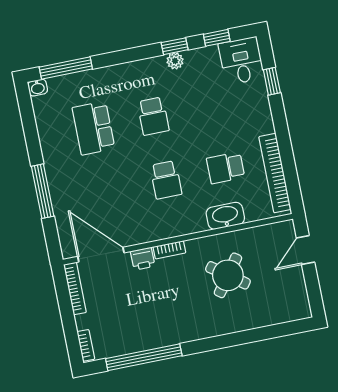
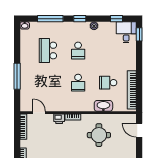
window: (175, 46) -> (80, 19), moved
window: (66, 68) -> (50, 19), moved
window: (272, 81) -> (139, 34), moved
door: (305, 250) -> (139, 130), hinge flipped
door: (101, 255) -> (39, 113), width x0.53
round table: (228, 275) -> (99, 135), turned -36

